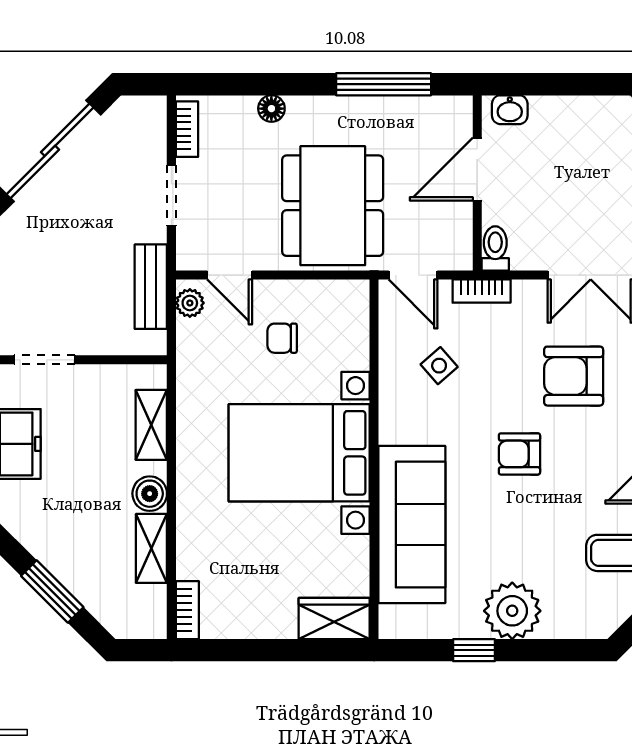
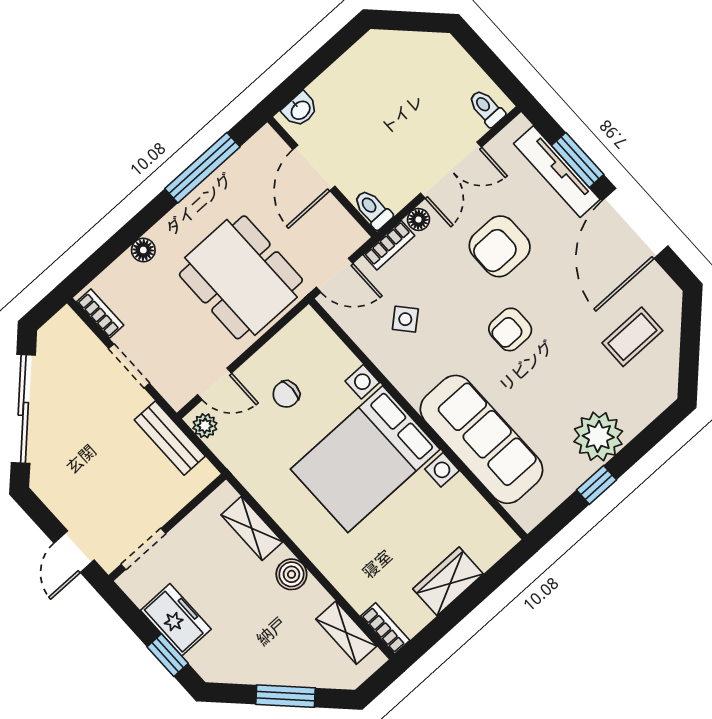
floor lamp: (526, 292) -> (418, 219), added
shelving: (151, 548) -> (346, 633), moved
wardrobe: (334, 619) -> (448, 581), moved

